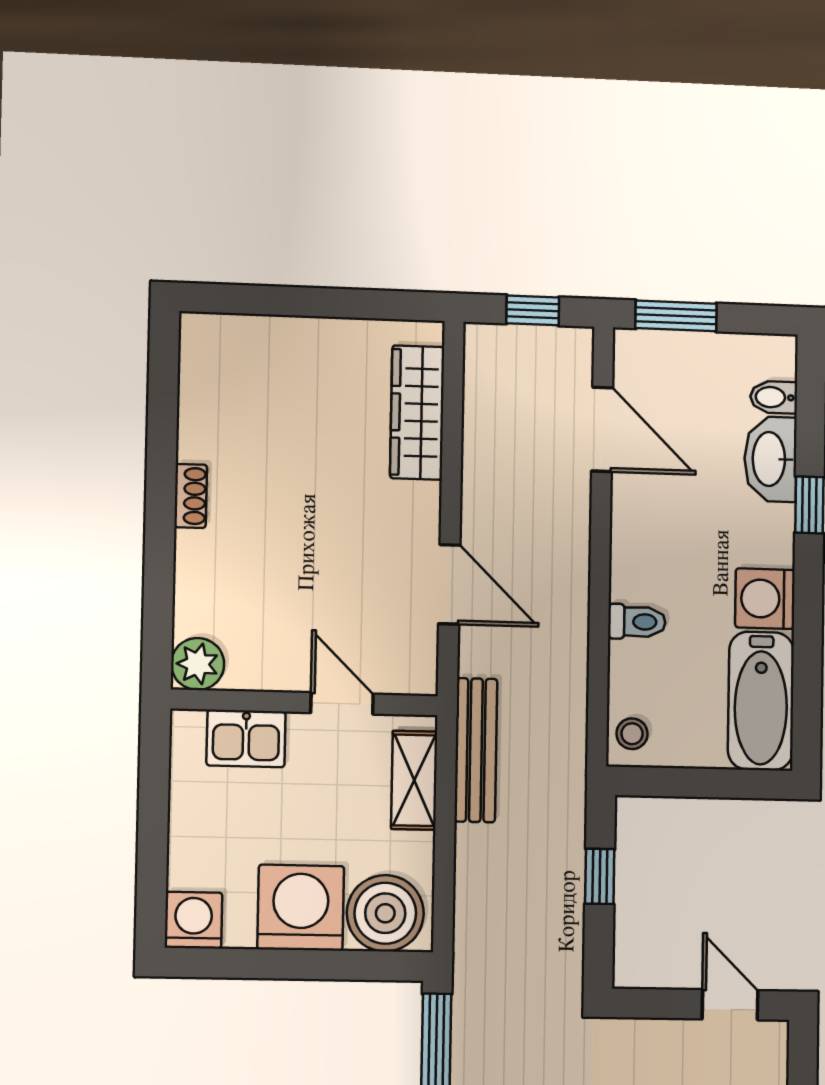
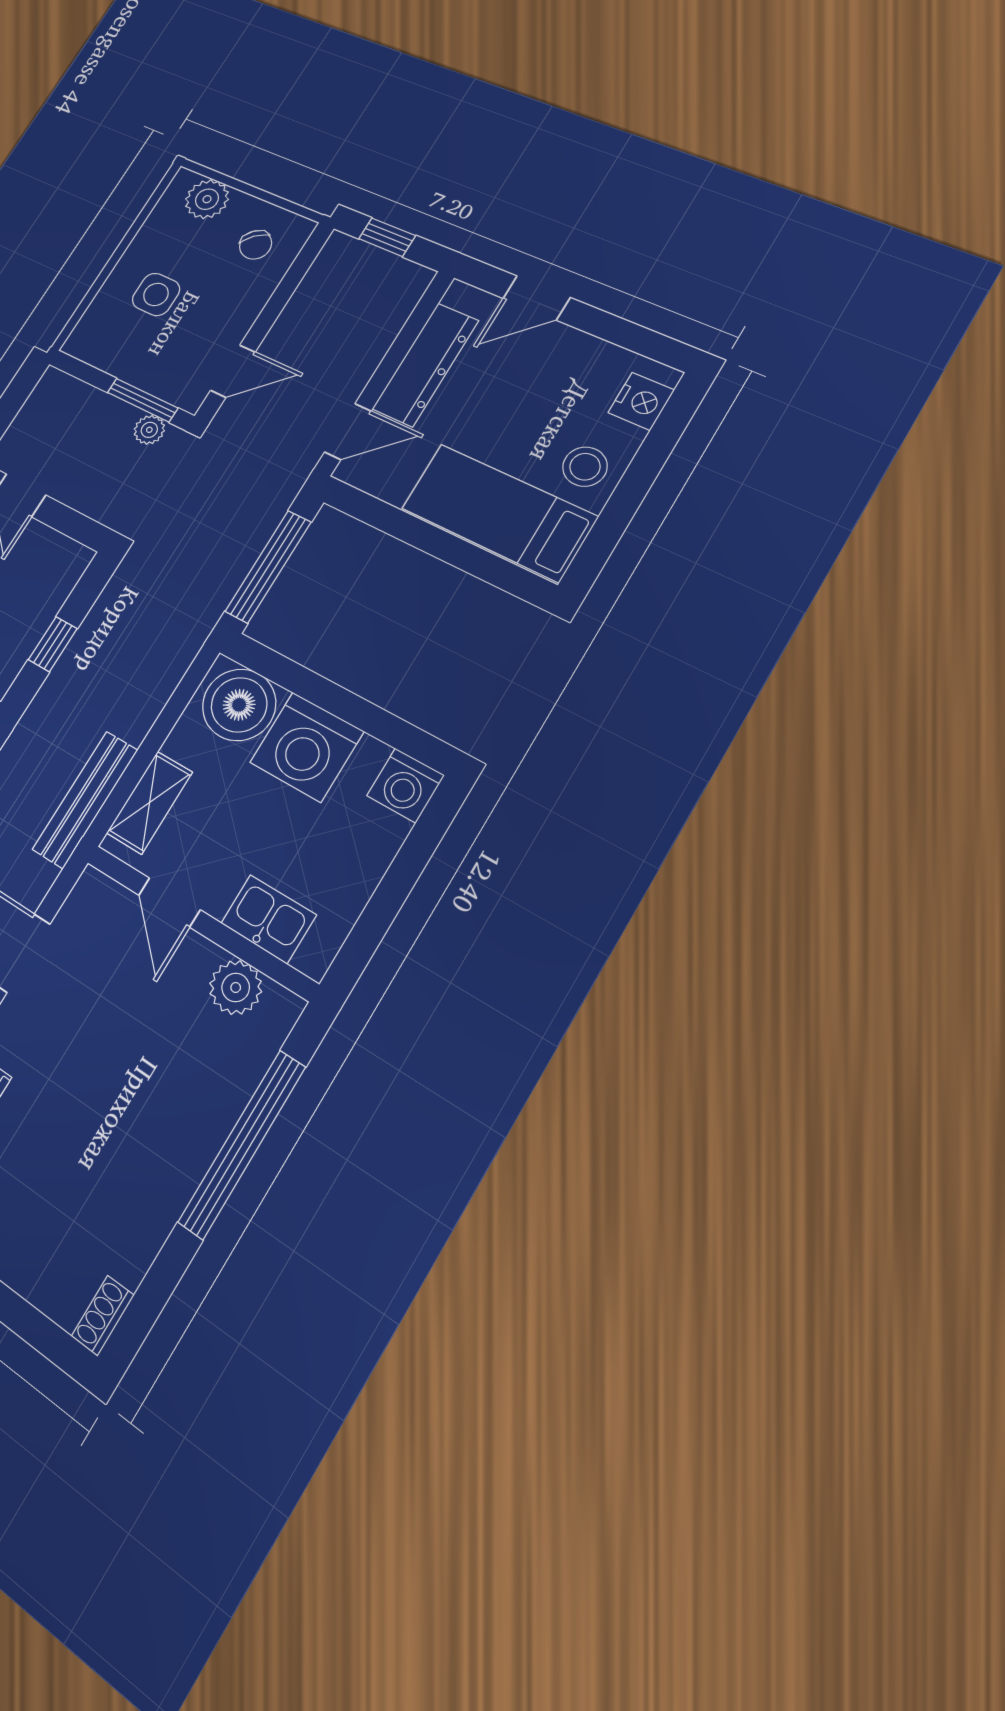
shoe rack: (191, 496) -> (103, 1316), moved
window: (160, 543) -> (242, 1144), added
plant: (198, 664) -> (236, 987), moved

